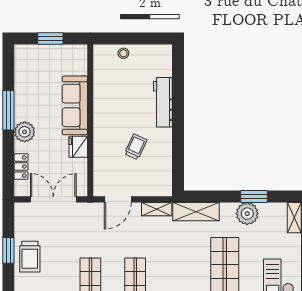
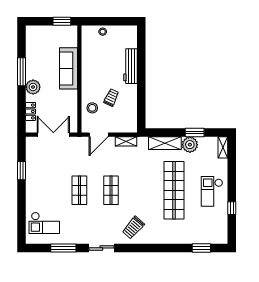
window: (50, 38) -> (62, 21), moved
fridge: (78, 147) -> (71, 97), removed
stool: (109, 161) -> (92, 108), added
shelving: (196, 212) -> (165, 143), moved
trolley: (30, 257) -> (37, 175), removed

